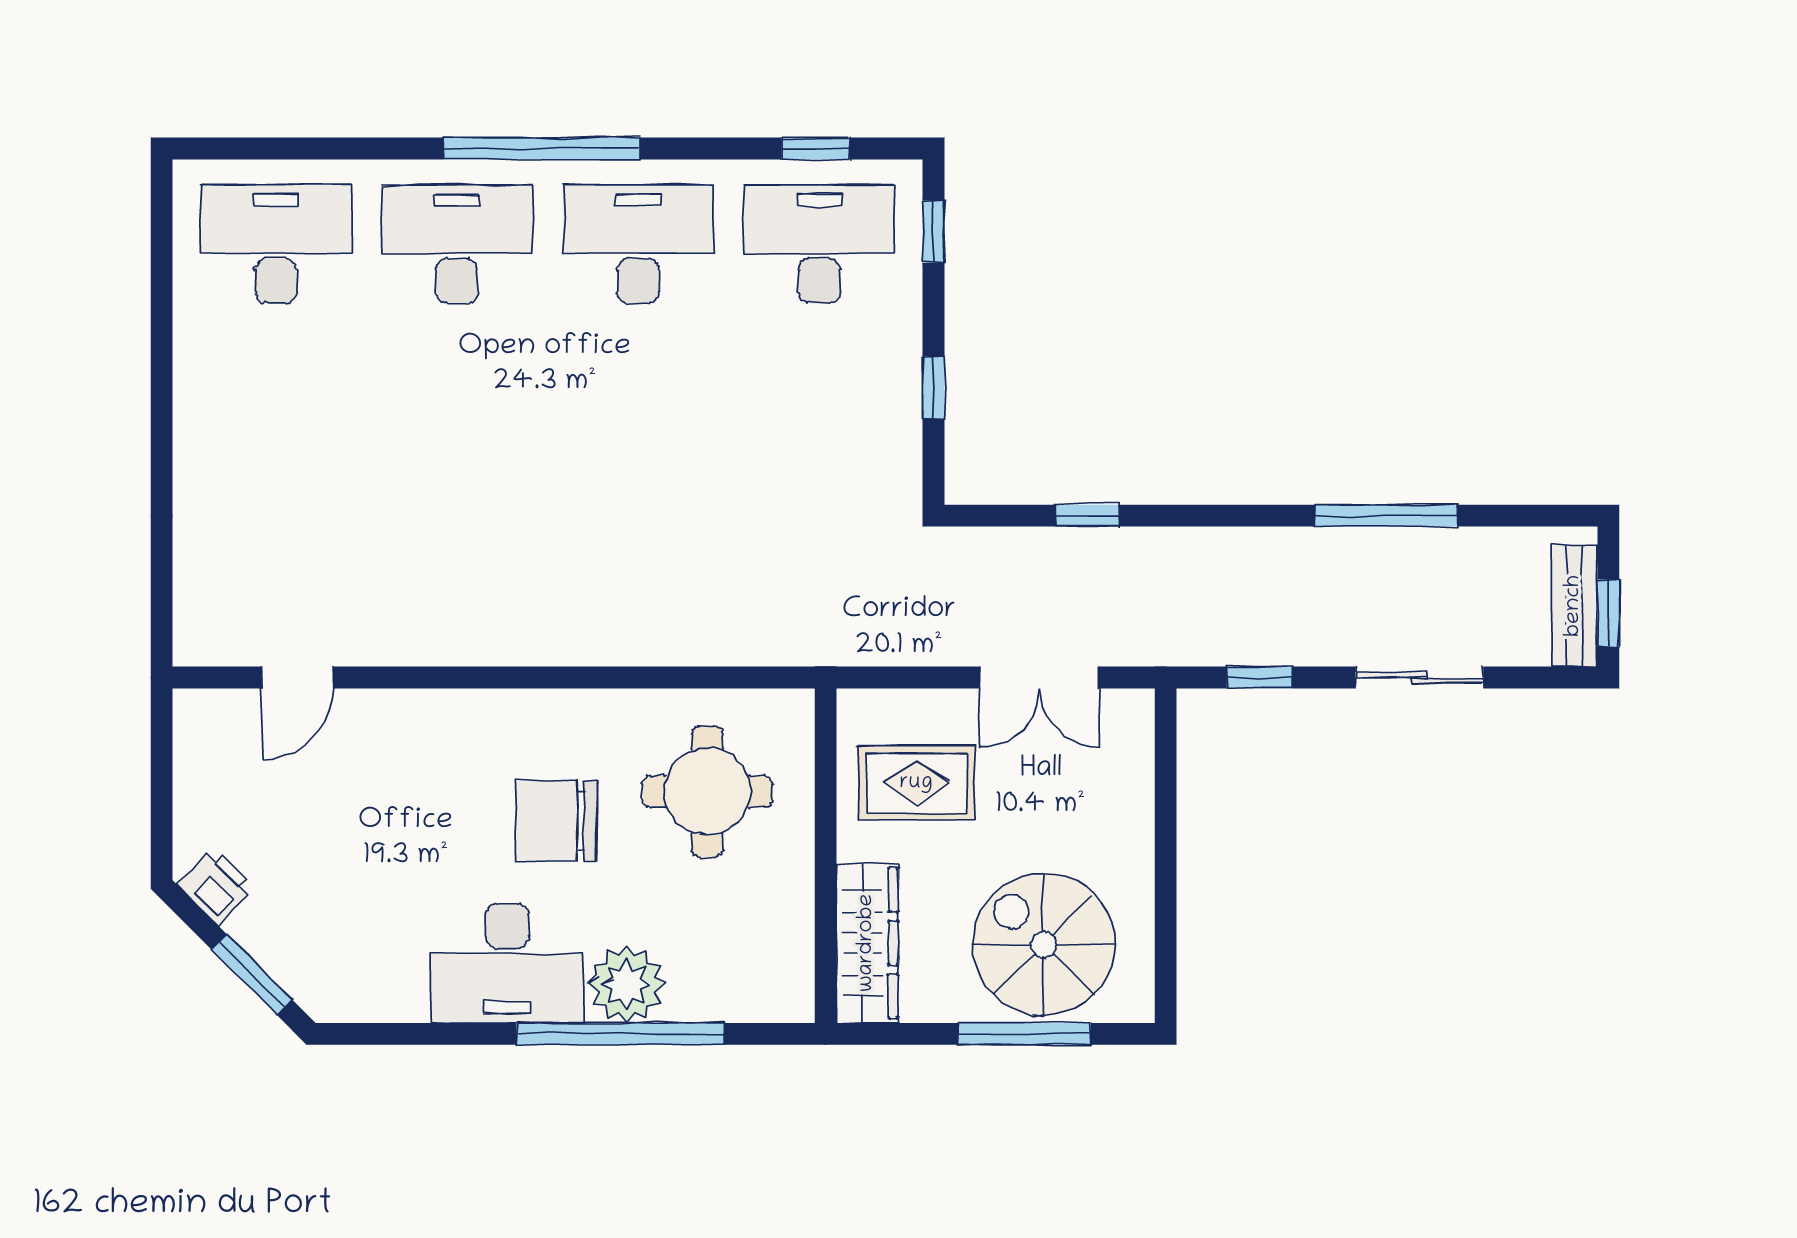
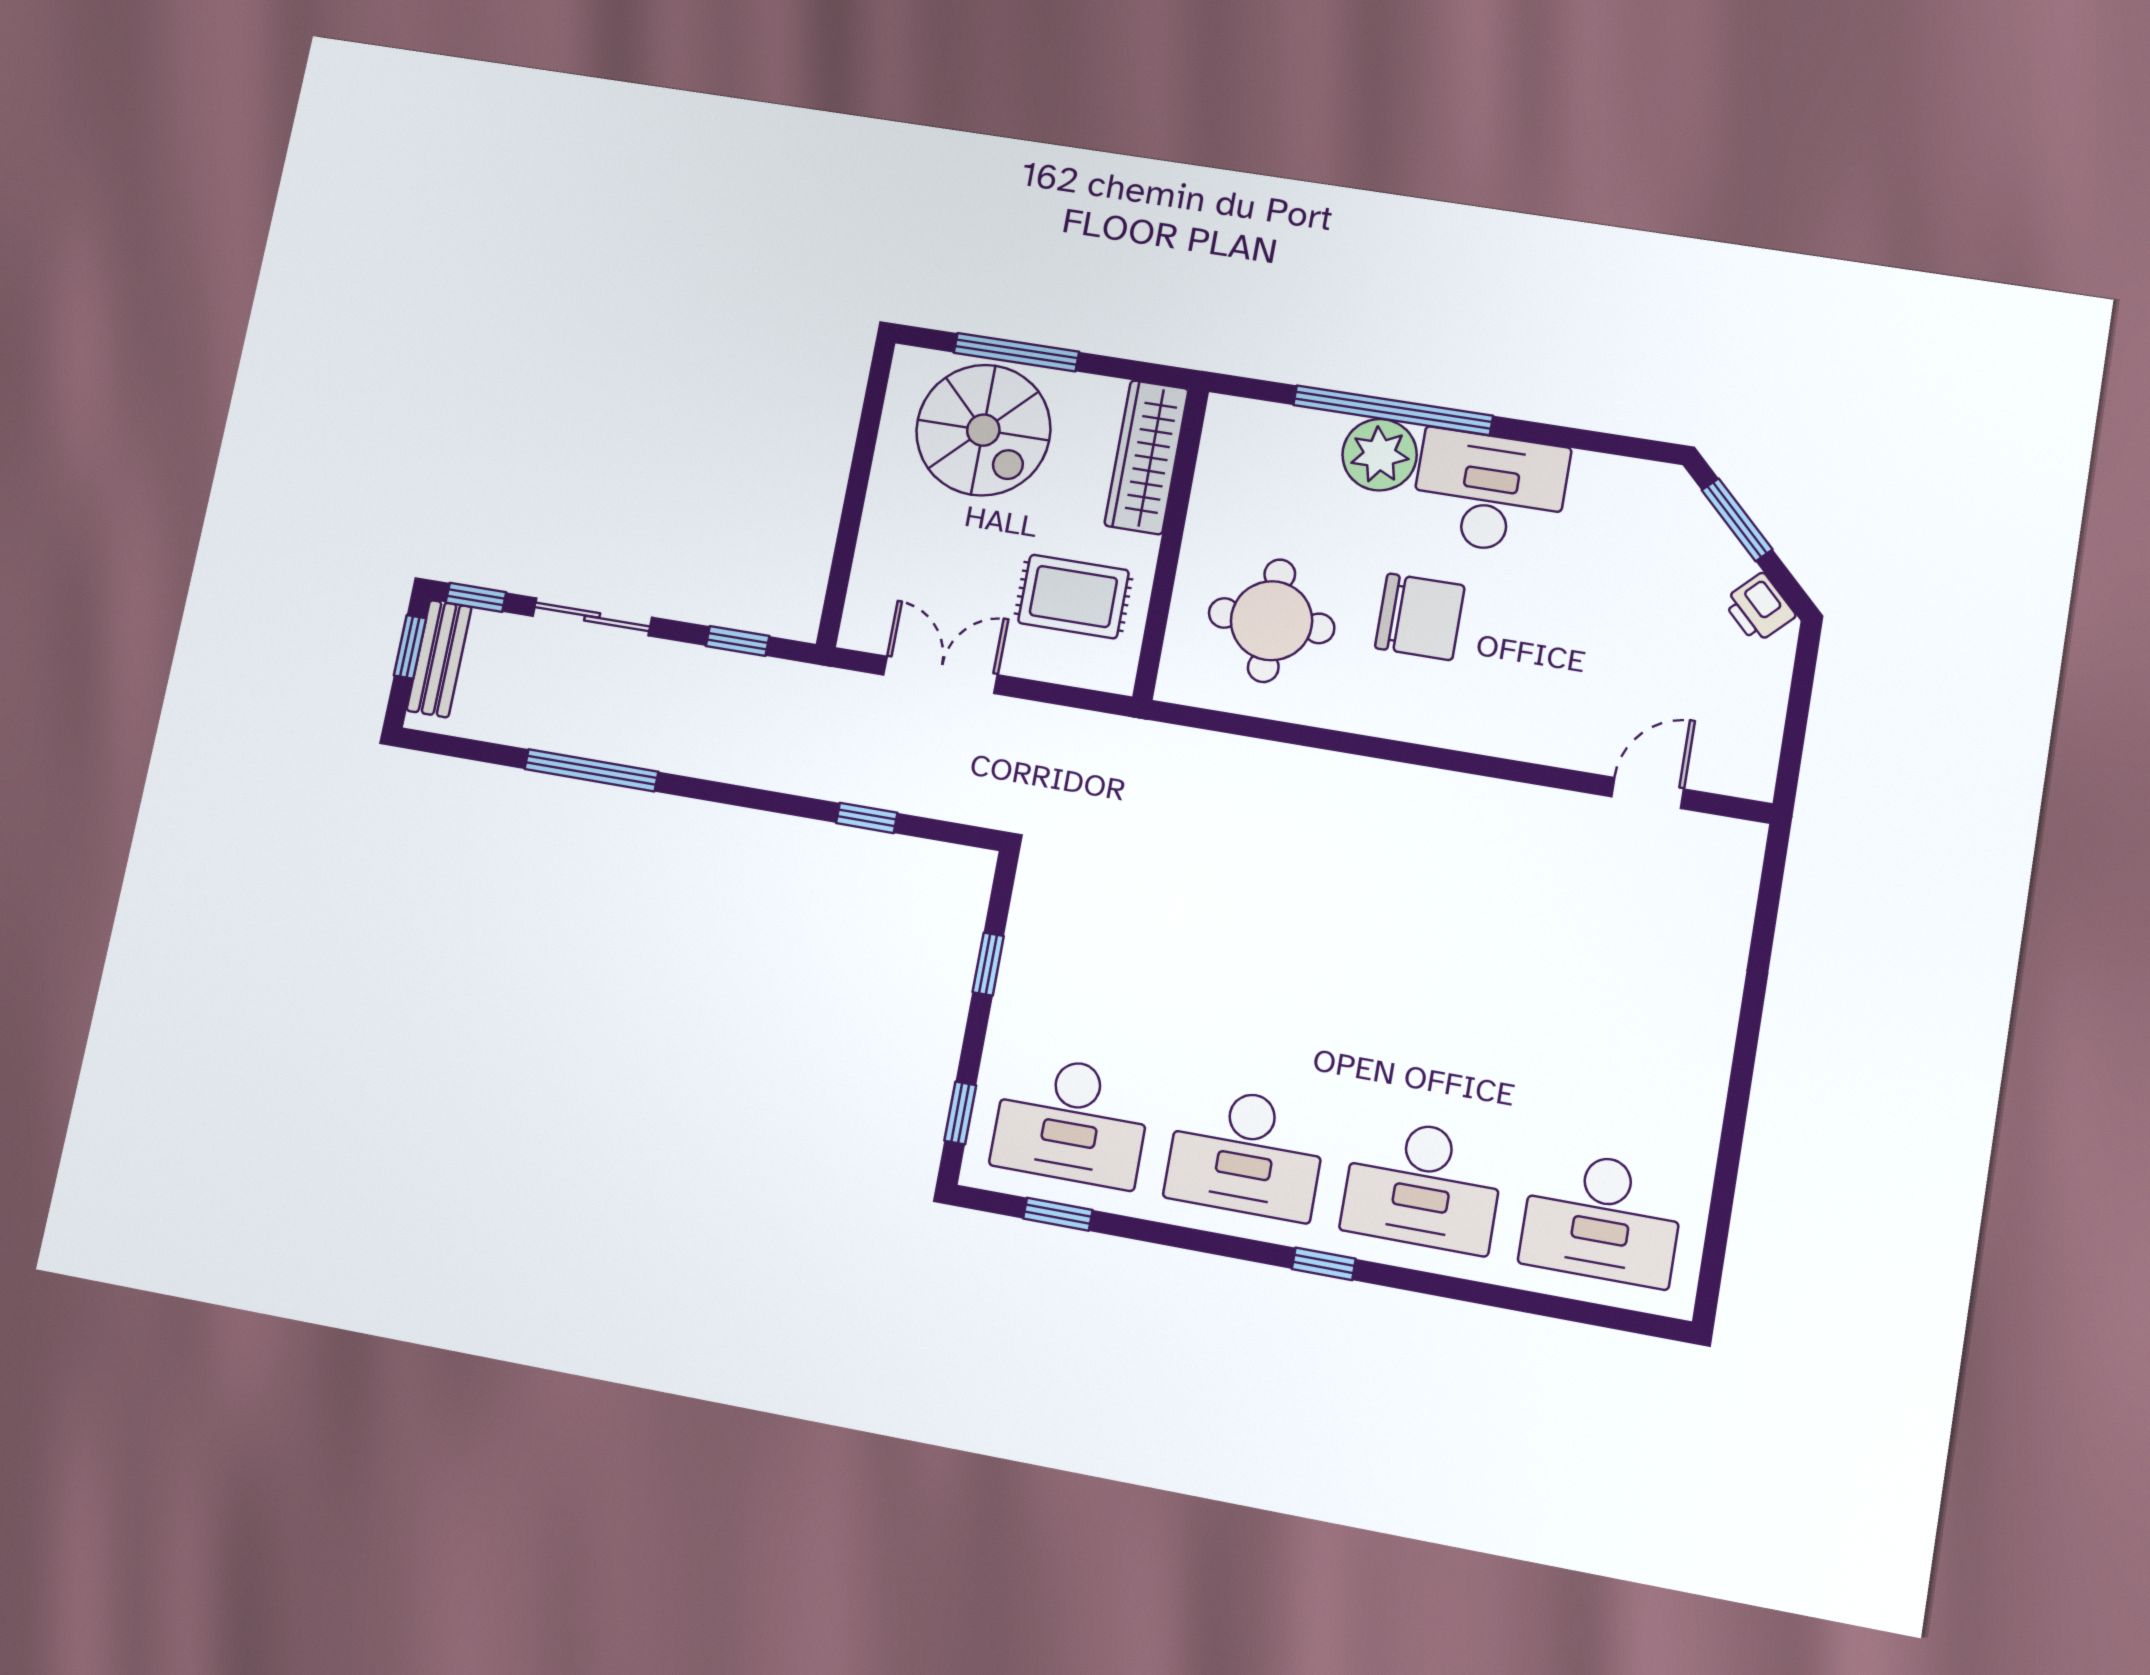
window: (542, 148) -> (1324, 1264), width x0.32
window: (1549, 678) -> (476, 597), added

